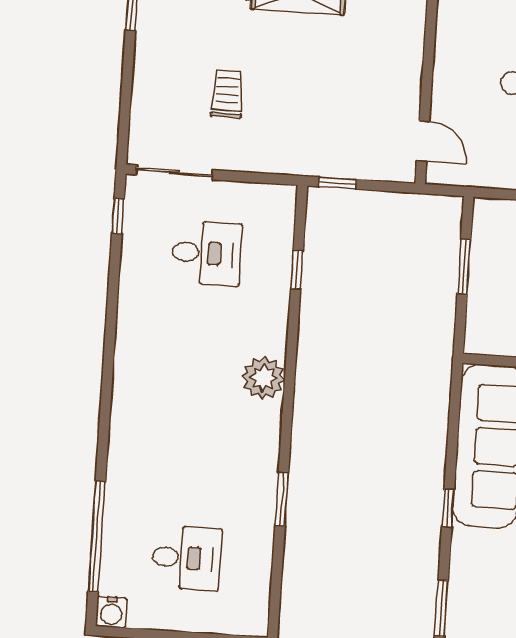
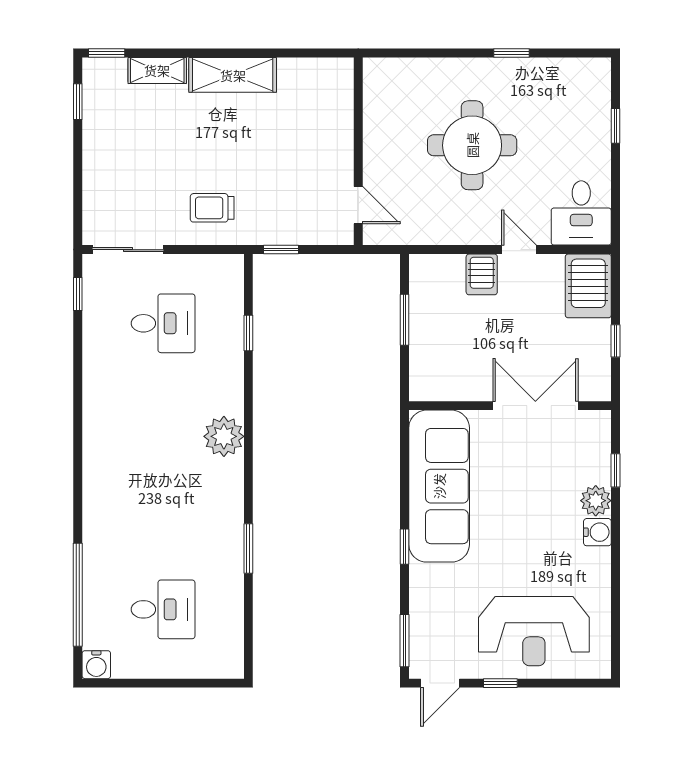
trolley: (227, 94) -> (212, 208), moved, turned -90

